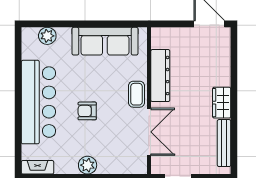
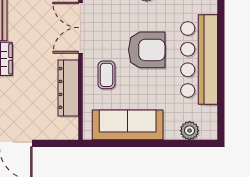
coffee table: (137, 94) -> (107, 75), moved
armchair: (87, 111) -> (147, 50), width x1.88, depth x1.88

